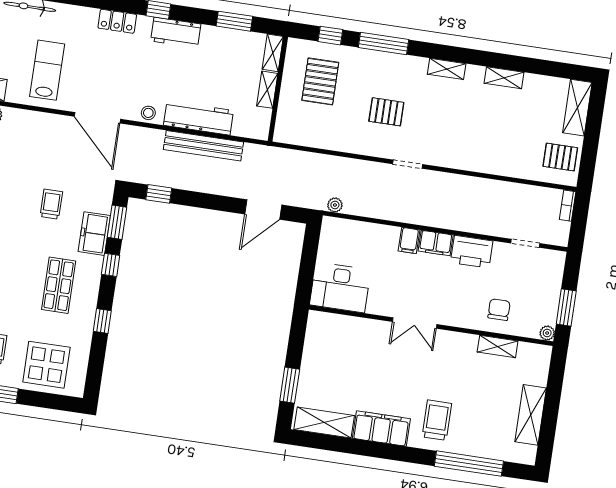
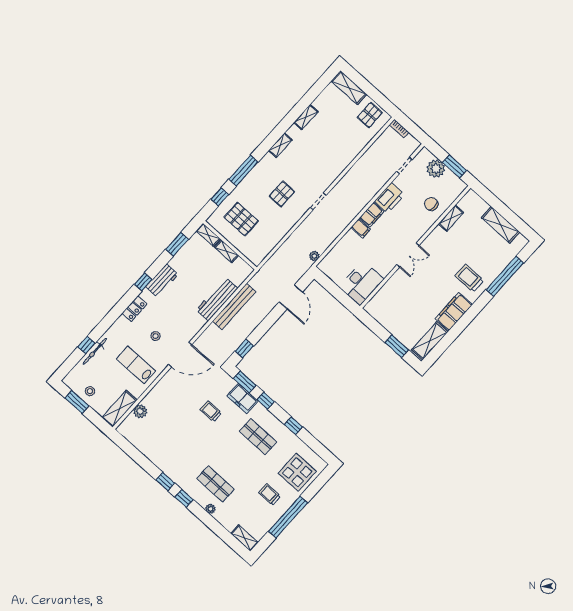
stool: (148, 113) -> (156, 336), moved
plant: (547, 333) -> (436, 169), moved, width x1.88, depth x1.88

